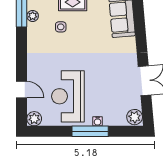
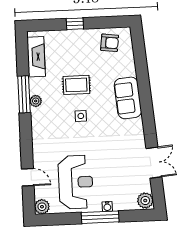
side table: (61, 27) -> (81, 116), moved
reception desk: (68, 96) -> (76, 182), turned 180

